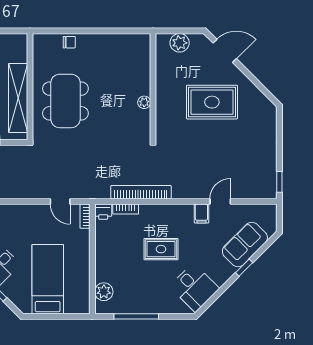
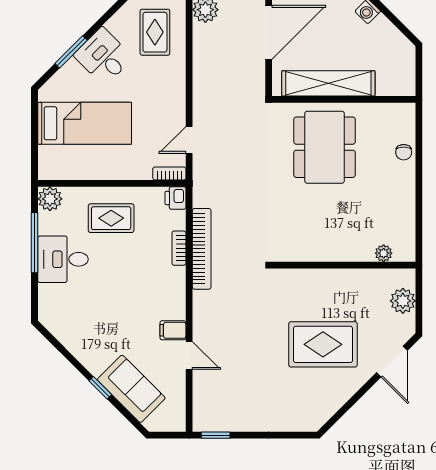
dining table: (65, 101) -> (325, 147), turned 90
plant: (144, 102) -> (384, 253), moved
rug: (212, 102) -> (323, 344), turned 90
bookcase: (126, 209) -> (179, 248), moved
rug: (161, 249) -> (111, 218), moved, turned 90
desk: (194, 287) -> (63, 259), moved, turned 45
plant: (104, 292) -> (50, 199), moved

